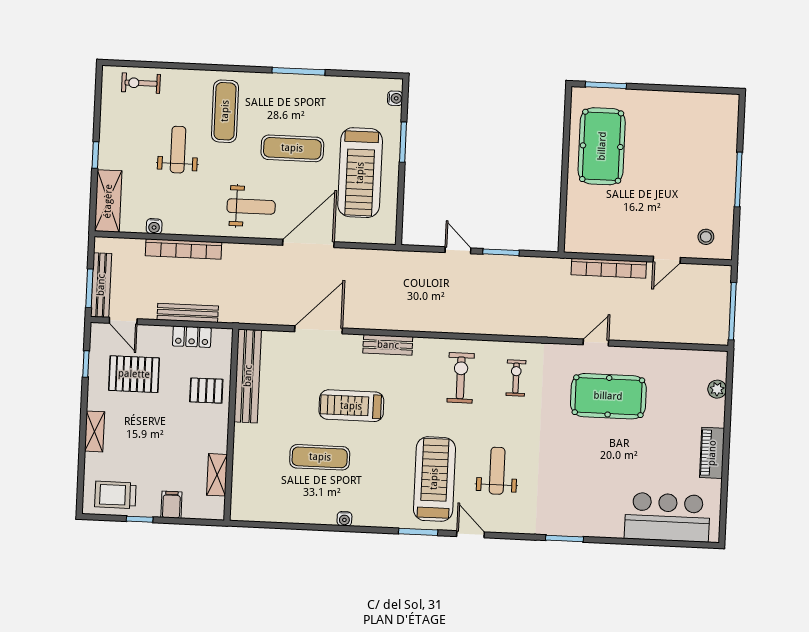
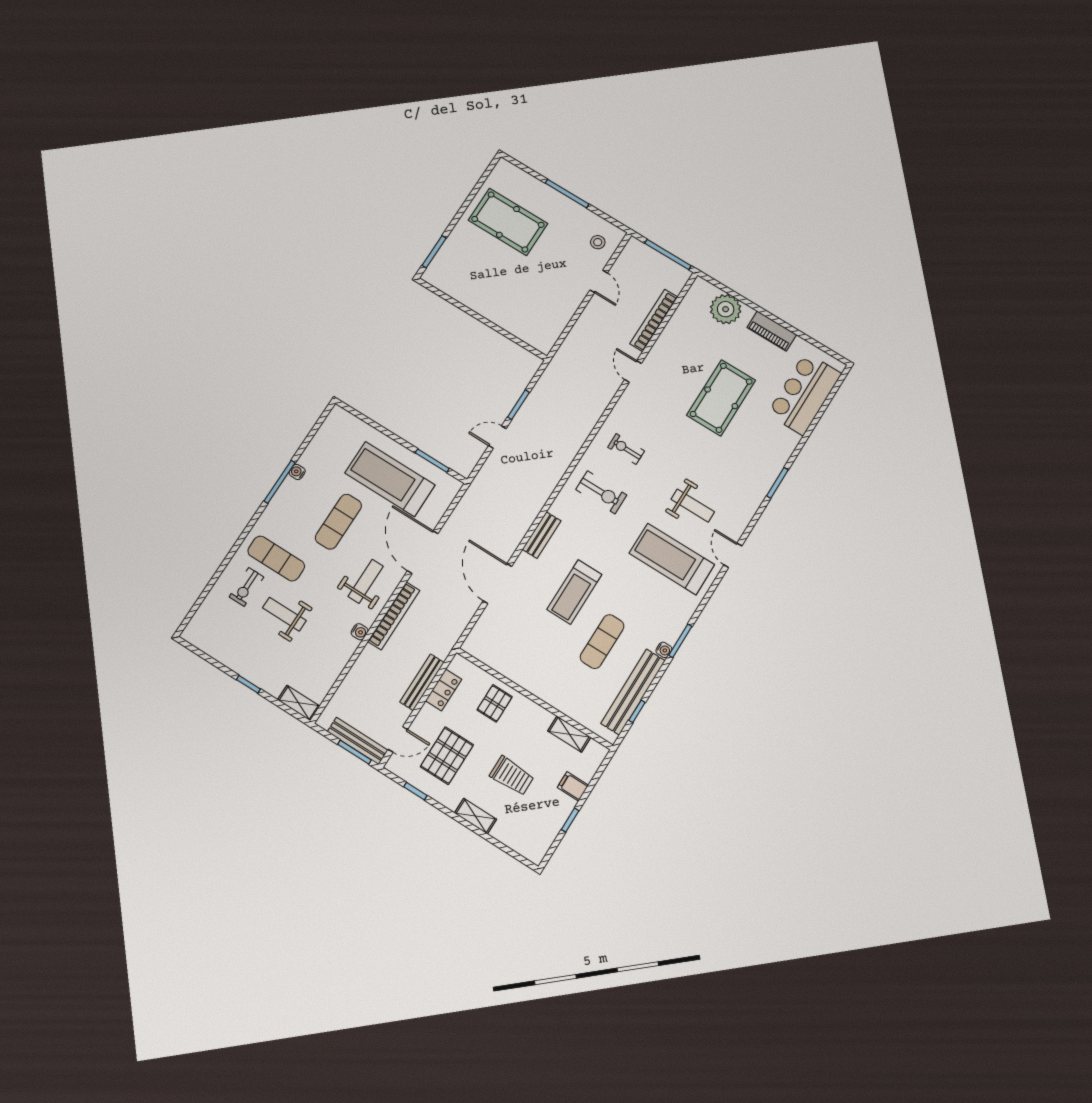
exercise bike: (141, 83) -> (246, 587), moved
water cooler: (395, 98) -> (297, 472), moved, turned -90
window: (403, 142) -> (432, 461), moved
pool table: (602, 146) -> (508, 222), moved
treadmill: (360, 173) -> (390, 479), turned 180
shelving: (108, 201) -> (299, 703), width x0.67, depth x0.75
water cooler: (154, 226) -> (360, 632), moved
bookcase: (184, 249) -> (394, 616), moved
bookcase: (609, 268) -> (654, 320), moved, turned 180
bench: (248, 376) -> (633, 692), moved, turned 90
exercise bike: (461, 378) -> (601, 492), turned 180
plant: (717, 389) -> (726, 309), width x1.87, depth x1.87
pool table: (608, 396) -> (721, 398), moved
weight bench: (497, 471) -> (693, 505), turned 180
trolley: (115, 495) -> (512, 776), moved, turned -90
window: (273, 525) -> (637, 711), added
window: (418, 532) -> (680, 641), moved
door: (471, 534) -> (733, 555), hinge flipped

